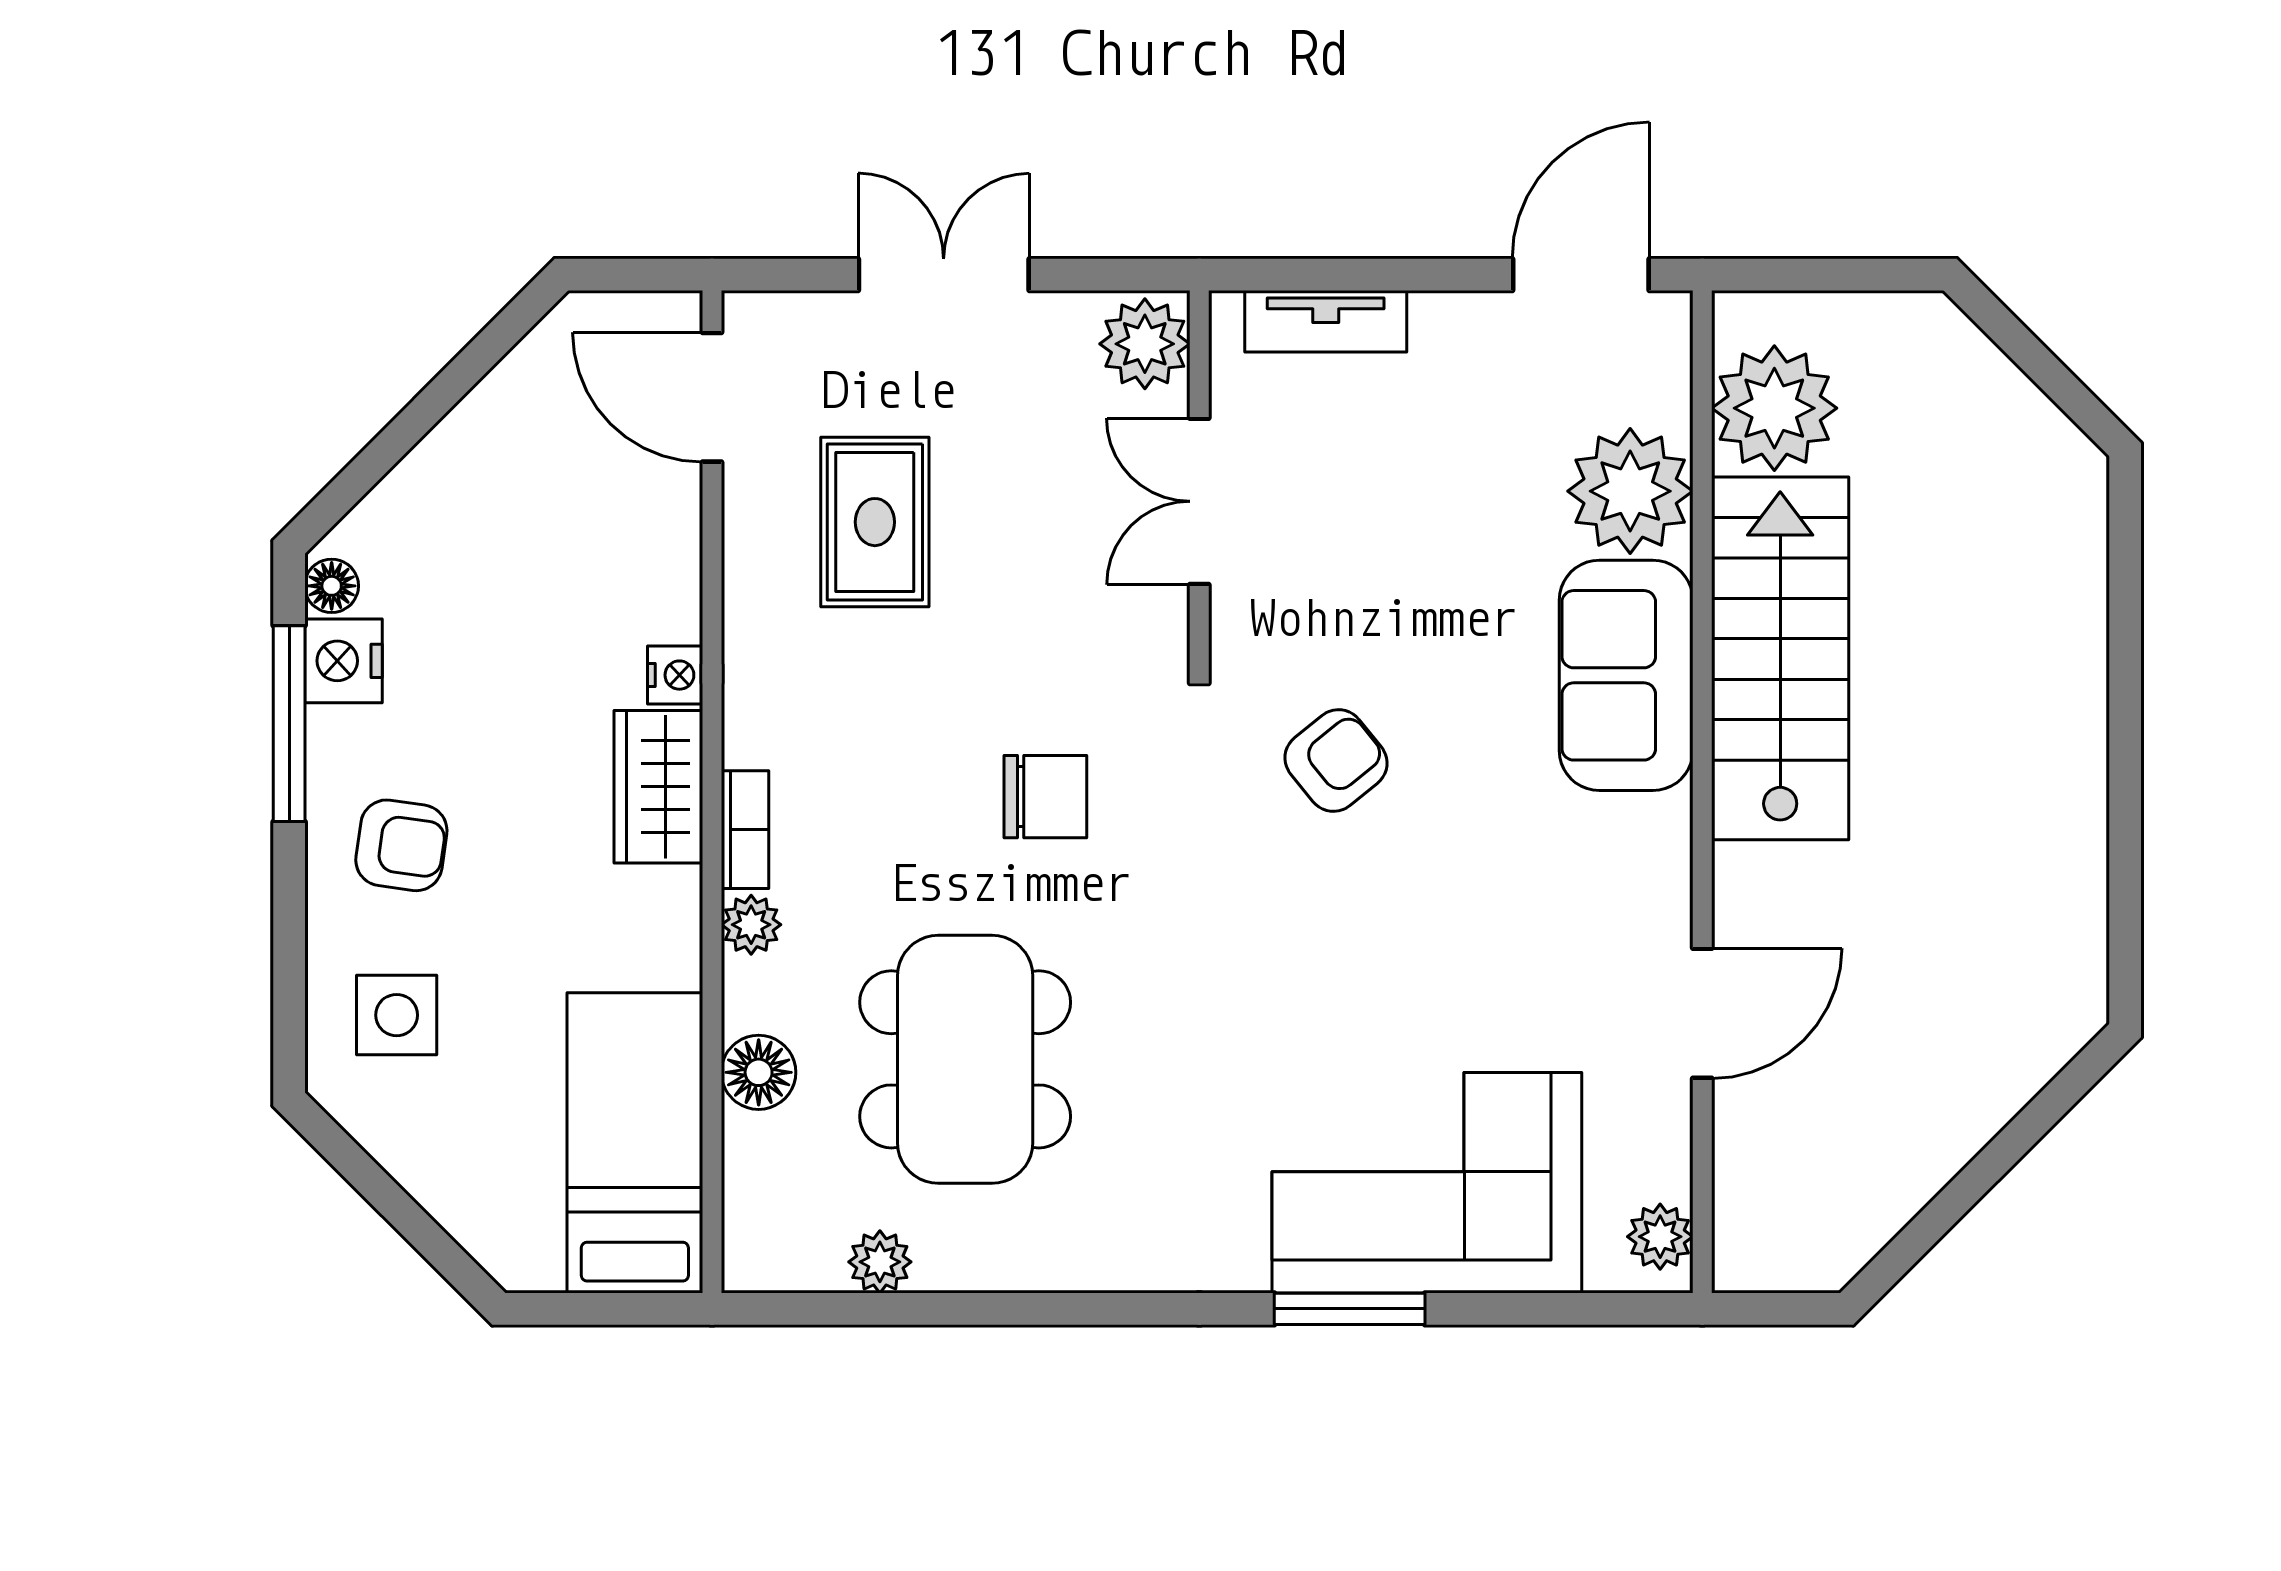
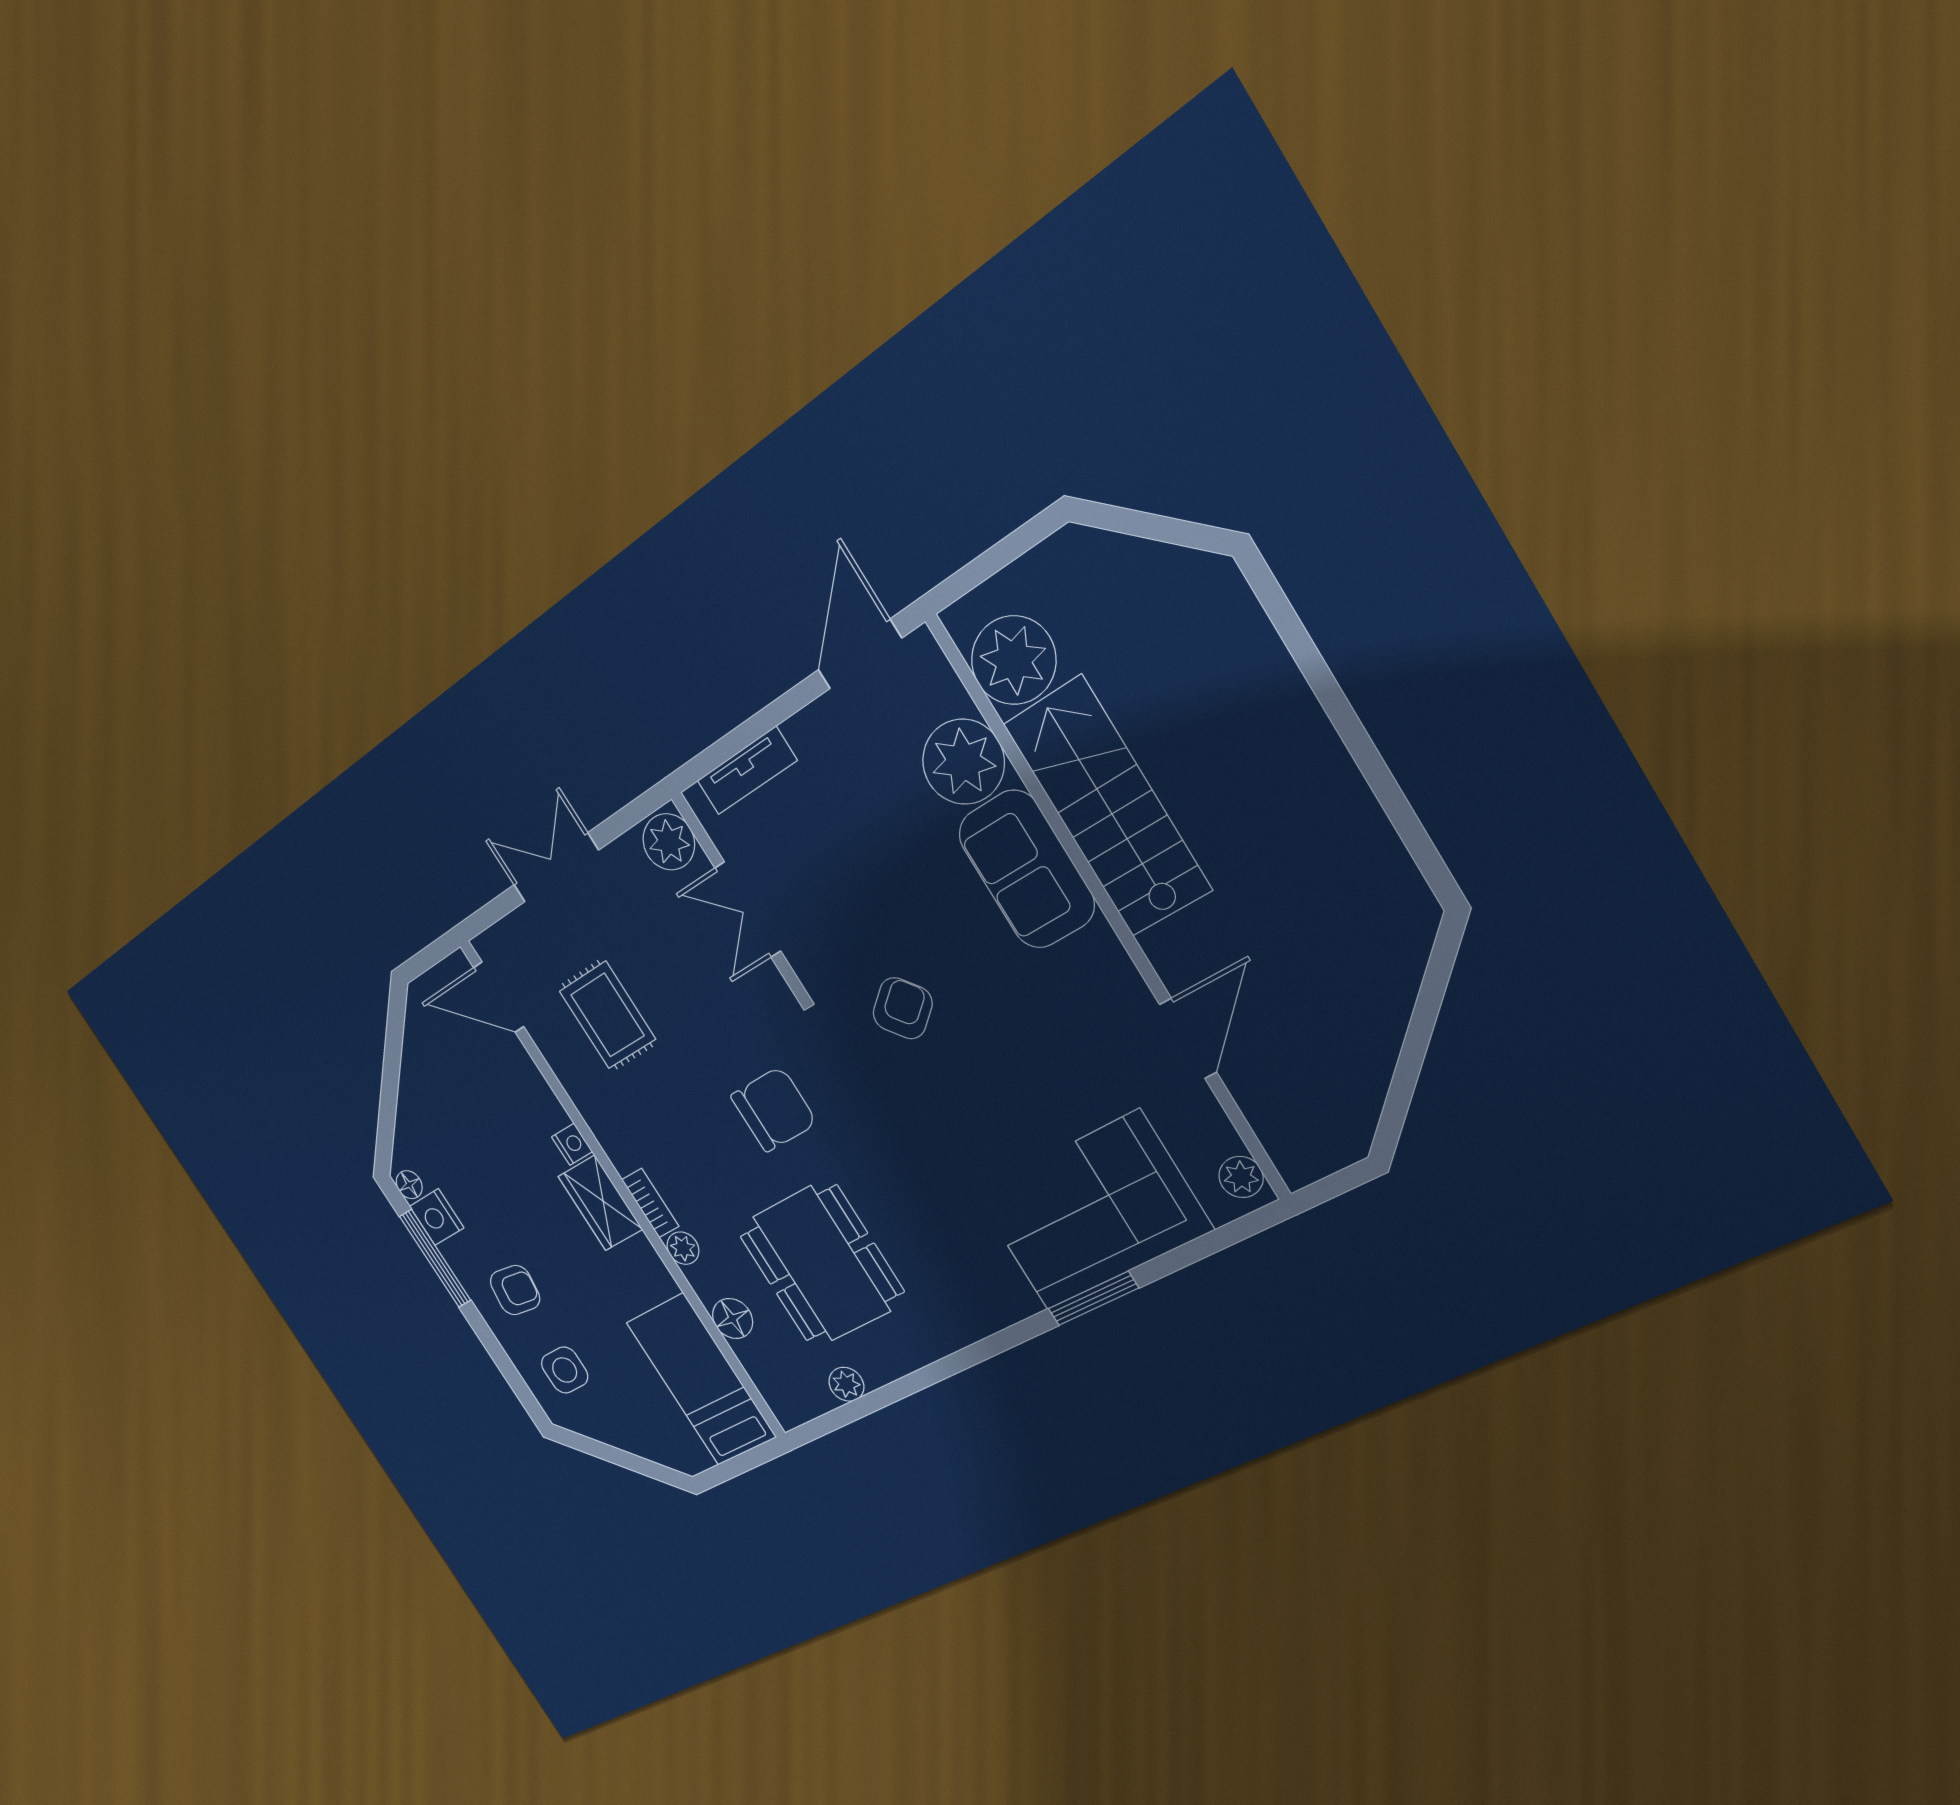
chair: (1045, 797) -> (774, 1109), width x1.37, depth x1.37

